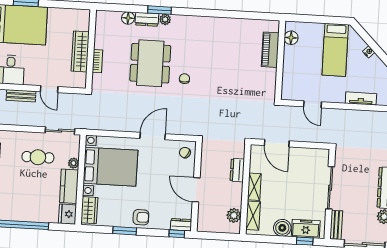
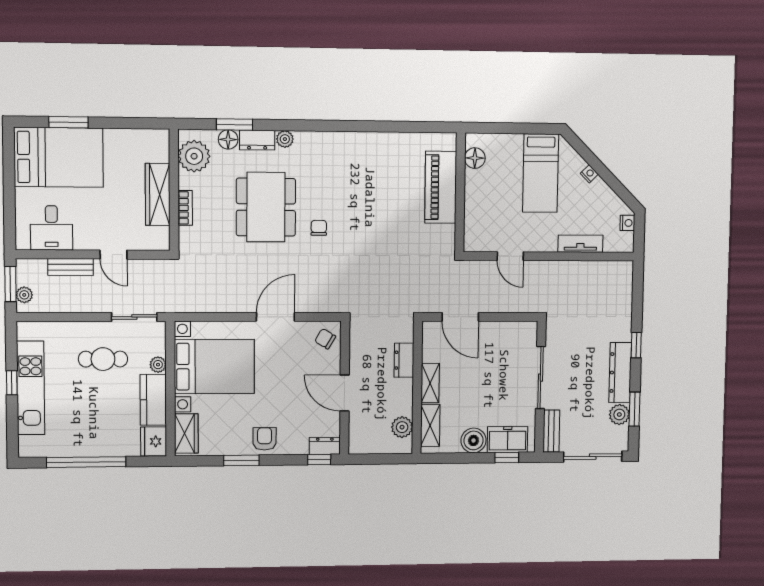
window: (160, 10) -> (235, 125), moved
plant: (105, 28) -> (194, 156), added
piano: (270, 50) -> (441, 187), width x1.37, depth x1.33
armchair: (141, 217) -> (265, 439), turned -90

